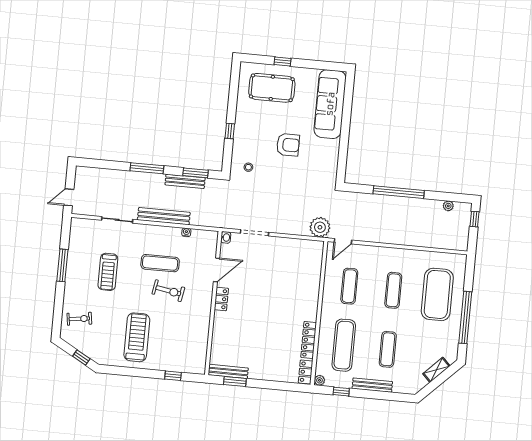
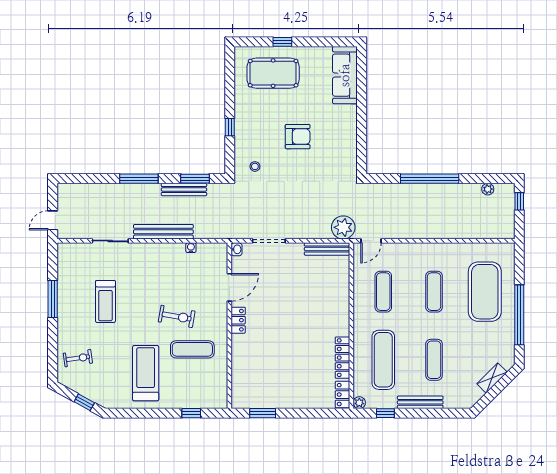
sofa: (330, 104) -> (345, 75), width x0.74, depth x0.79
exercise mat: (160, 263) -> (192, 349), moved
bench: (228, 371) -> (327, 249), moved

